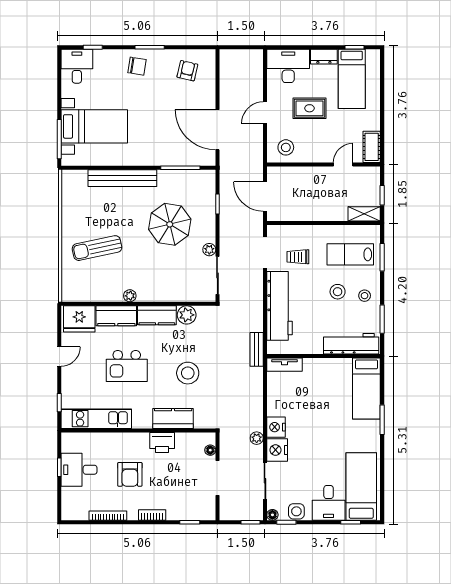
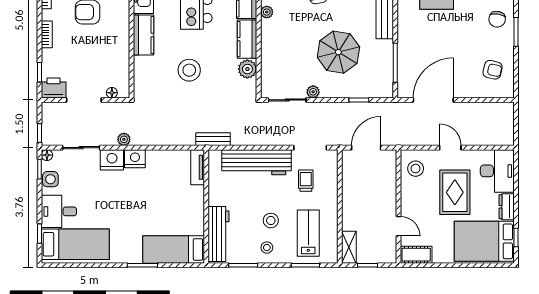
bed: (352, 79) -> (484, 241), width x1.50
rug: (309, 108) -> (455, 192), width x1.36, depth x1.43
kitchen counter: (173, 419) -> (144, 35), moved
printer: (162, 442) -> (54, 88), moved, turned 90

